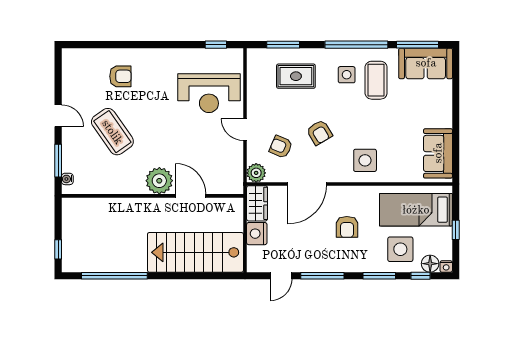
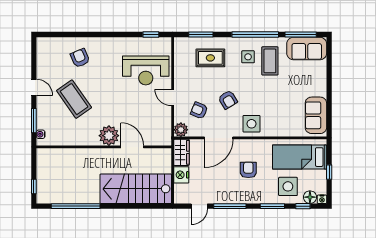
armchair: (120, 76) -> (80, 58), turned -113
side table: (365, 160) -> (251, 124), moved
armchair: (347, 227) -> (248, 170), turned 180

